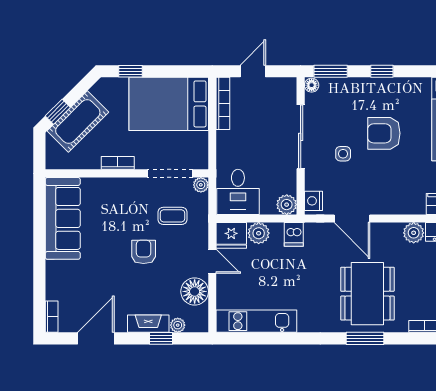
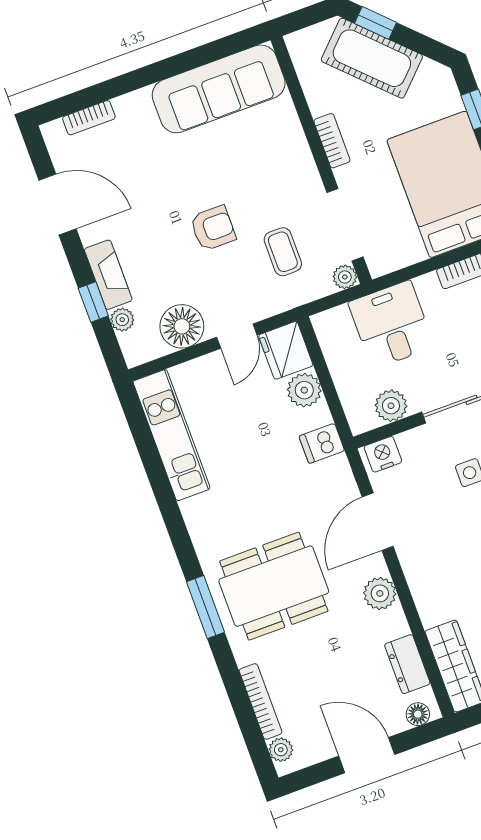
desk: (238, 192) -> (391, 325), moved, turned 90
plant: (287, 205) -> (391, 406), moved
plant: (414, 233) -> (380, 593), moved
bookcase: (52, 317) -> (89, 118), moved

